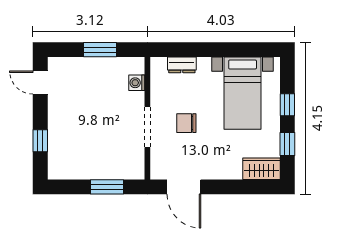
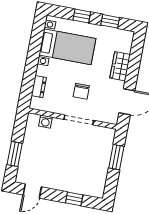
window: (100, 50) -> (15, 154), moved
wardrobe: (261, 169) -> (120, 66), moved

